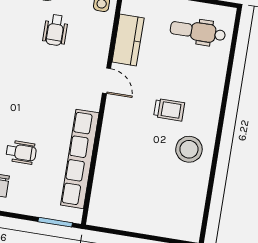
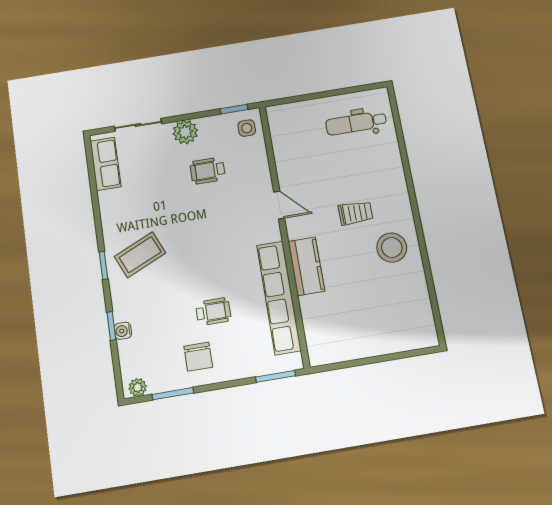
wheelchair: (55, 30) -> (208, 171), turned 90
kitchen counter: (128, 40) -> (306, 266), moved

